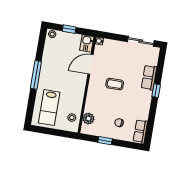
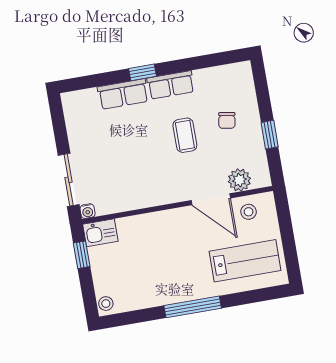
window: (69, 29) -> (82, 255), moved
sliding door: (141, 41) -> (69, 180), moved
door: (90, 64) -> (211, 199), moved
coffee table: (115, 84) -> (185, 135), moved
row of seats: (140, 131) -> (171, 85), moved

